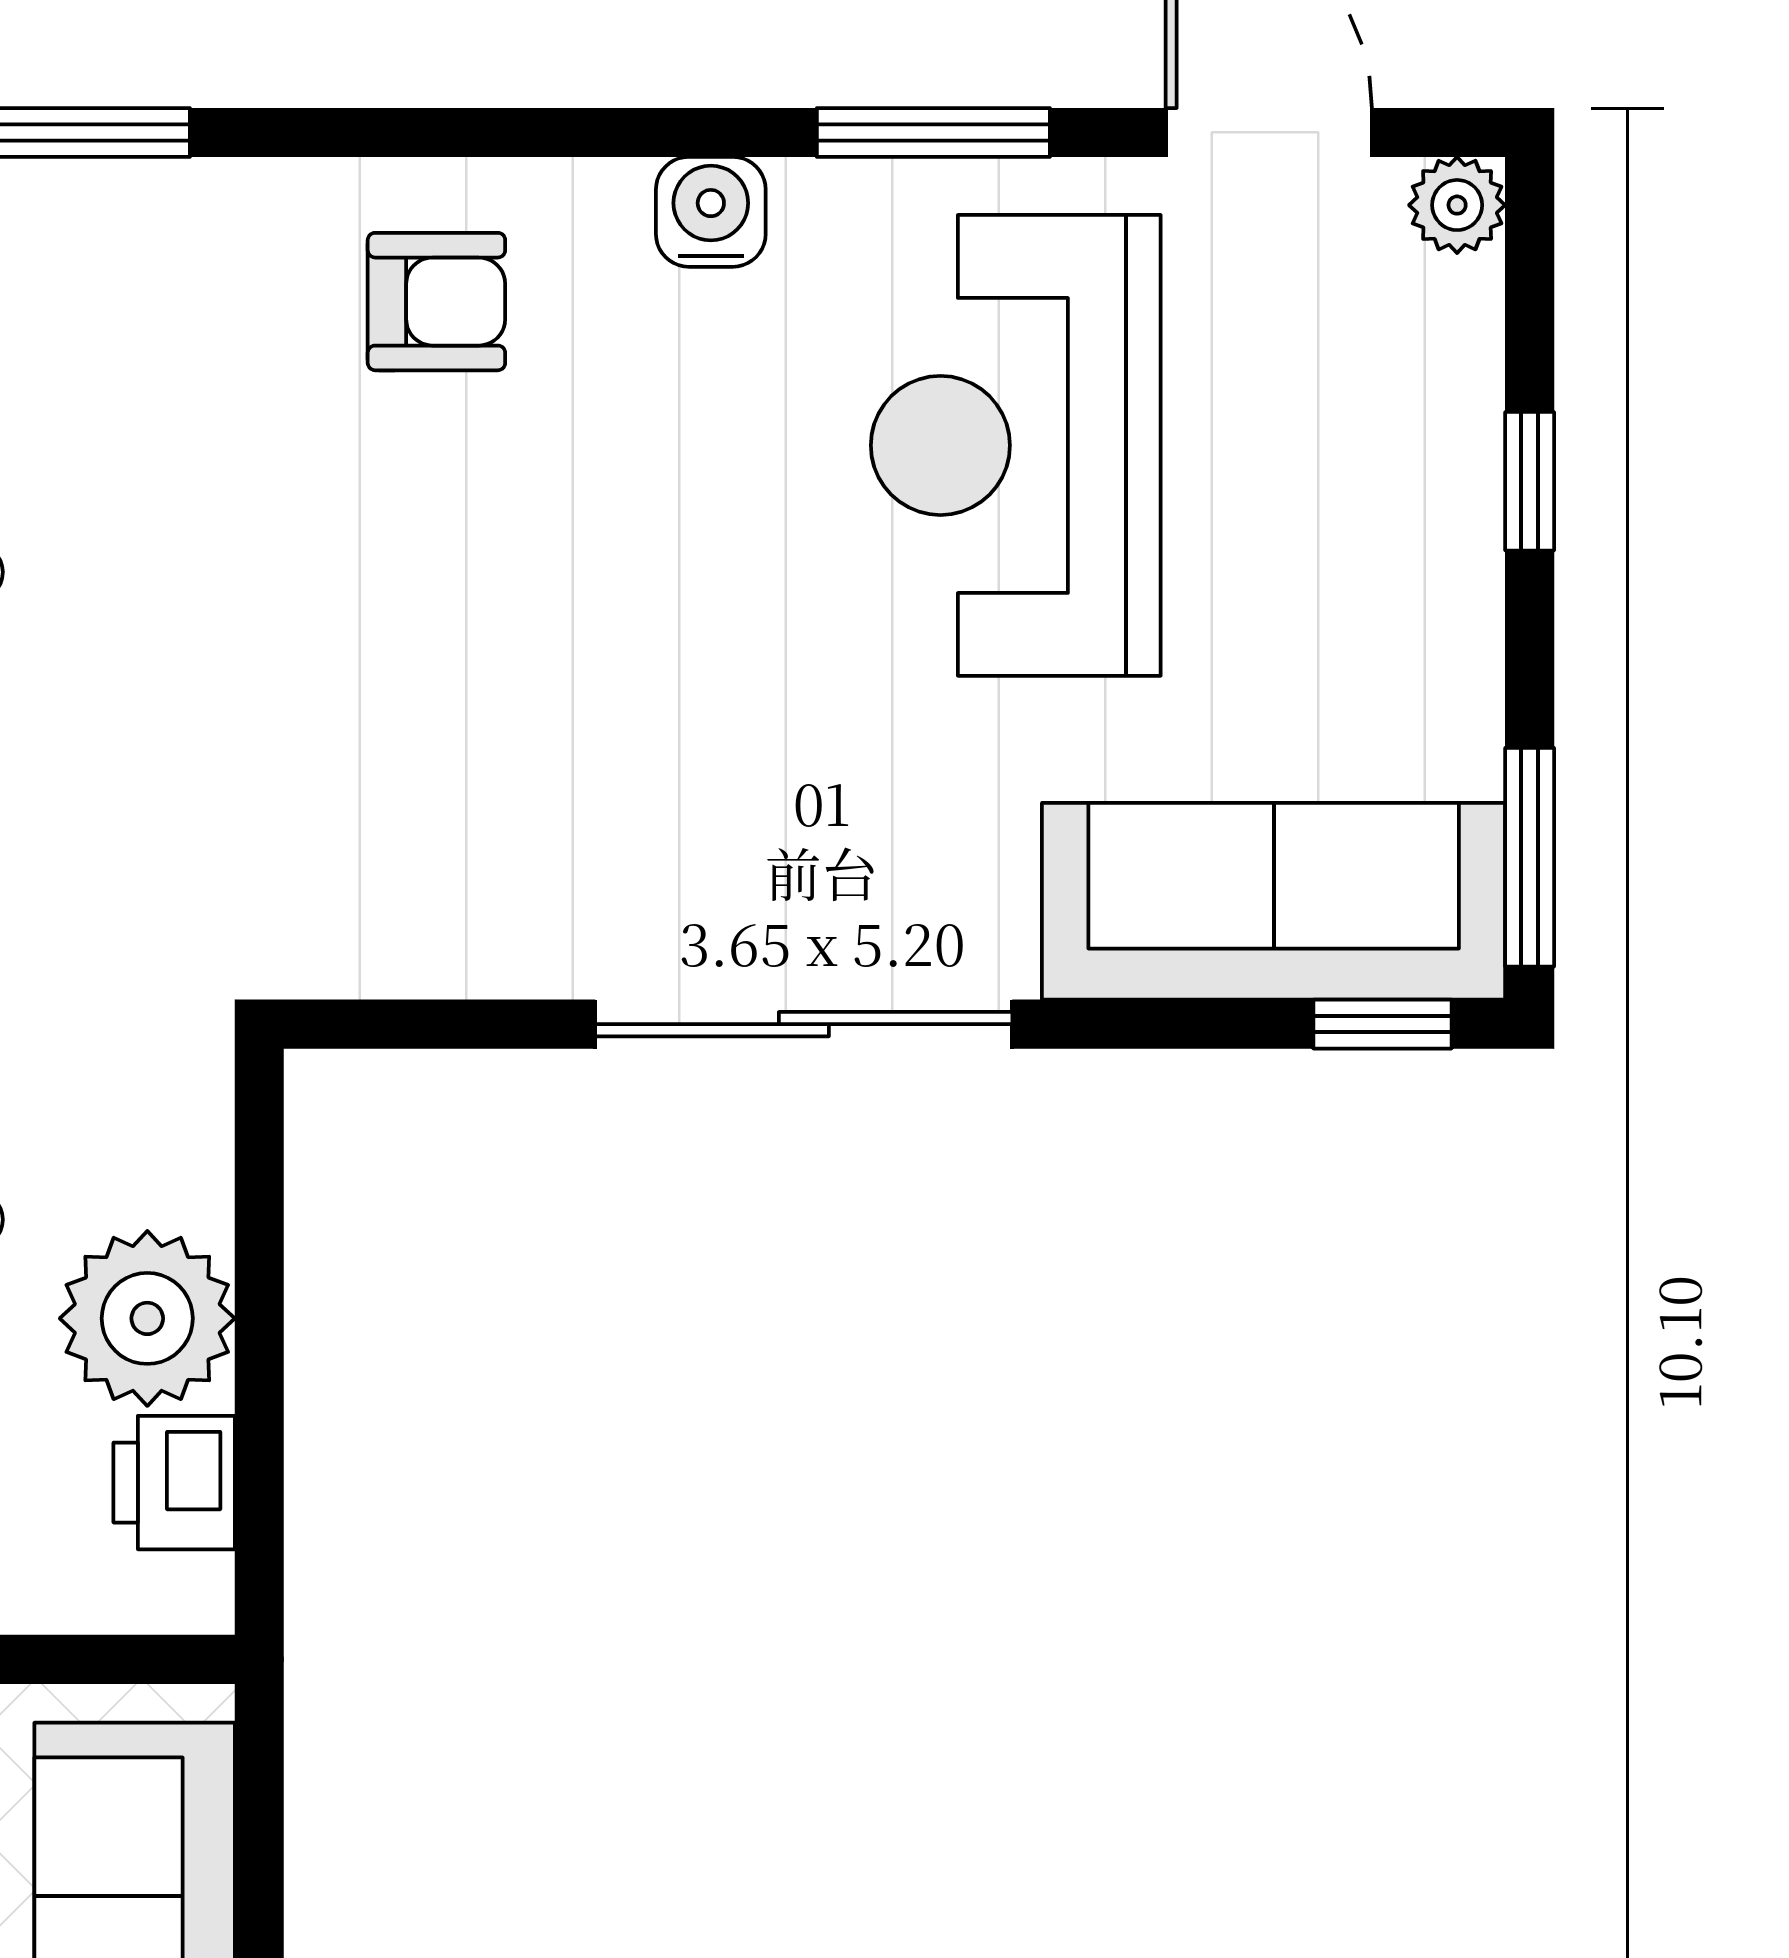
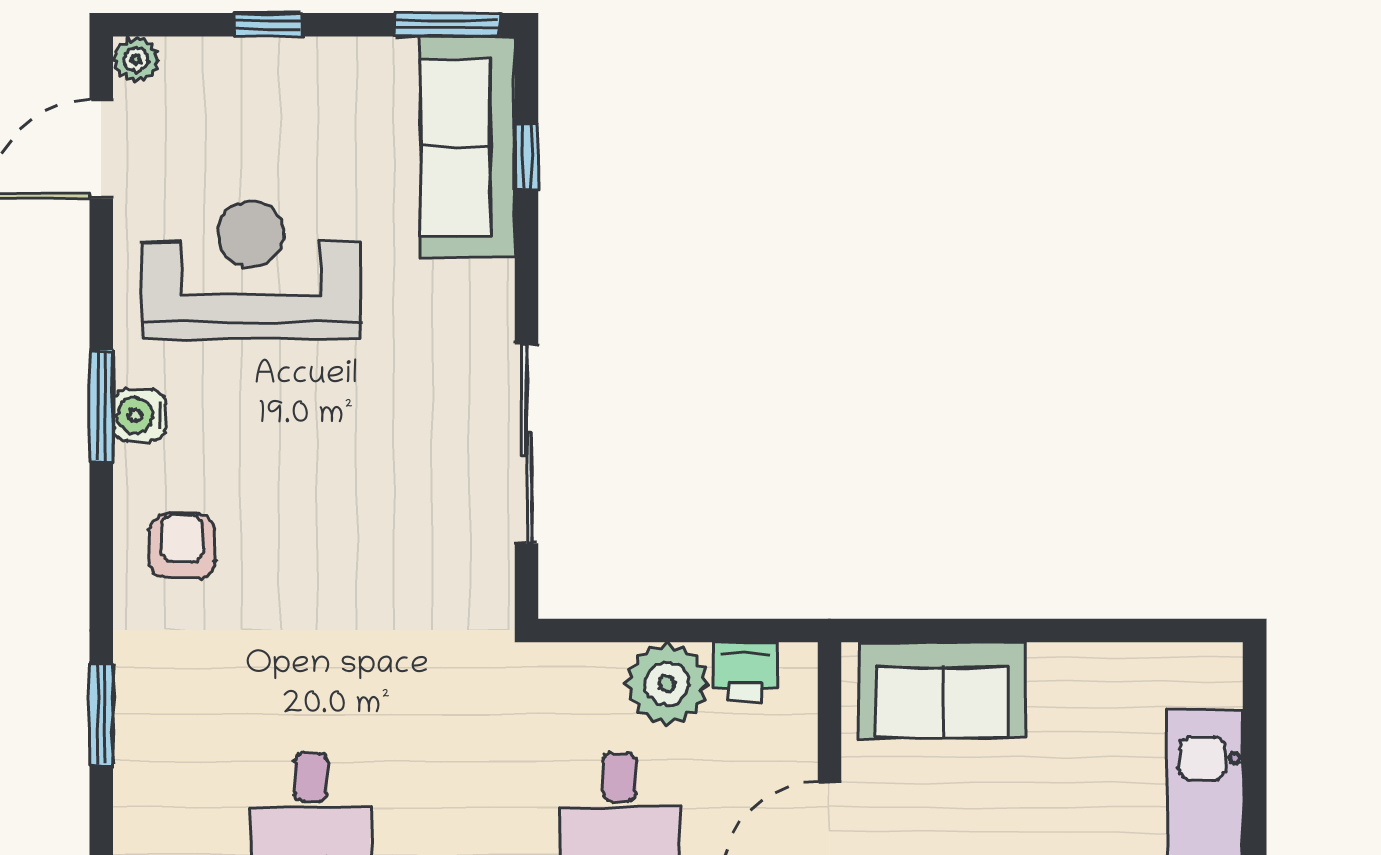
window: (933, 132) -> (101, 406), moved
reception desk: (1016, 445) -> (251, 270), turned 180
sliding door: (804, 1024) -> (527, 444), moved
window: (1382, 1024) -> (527, 157), moved

